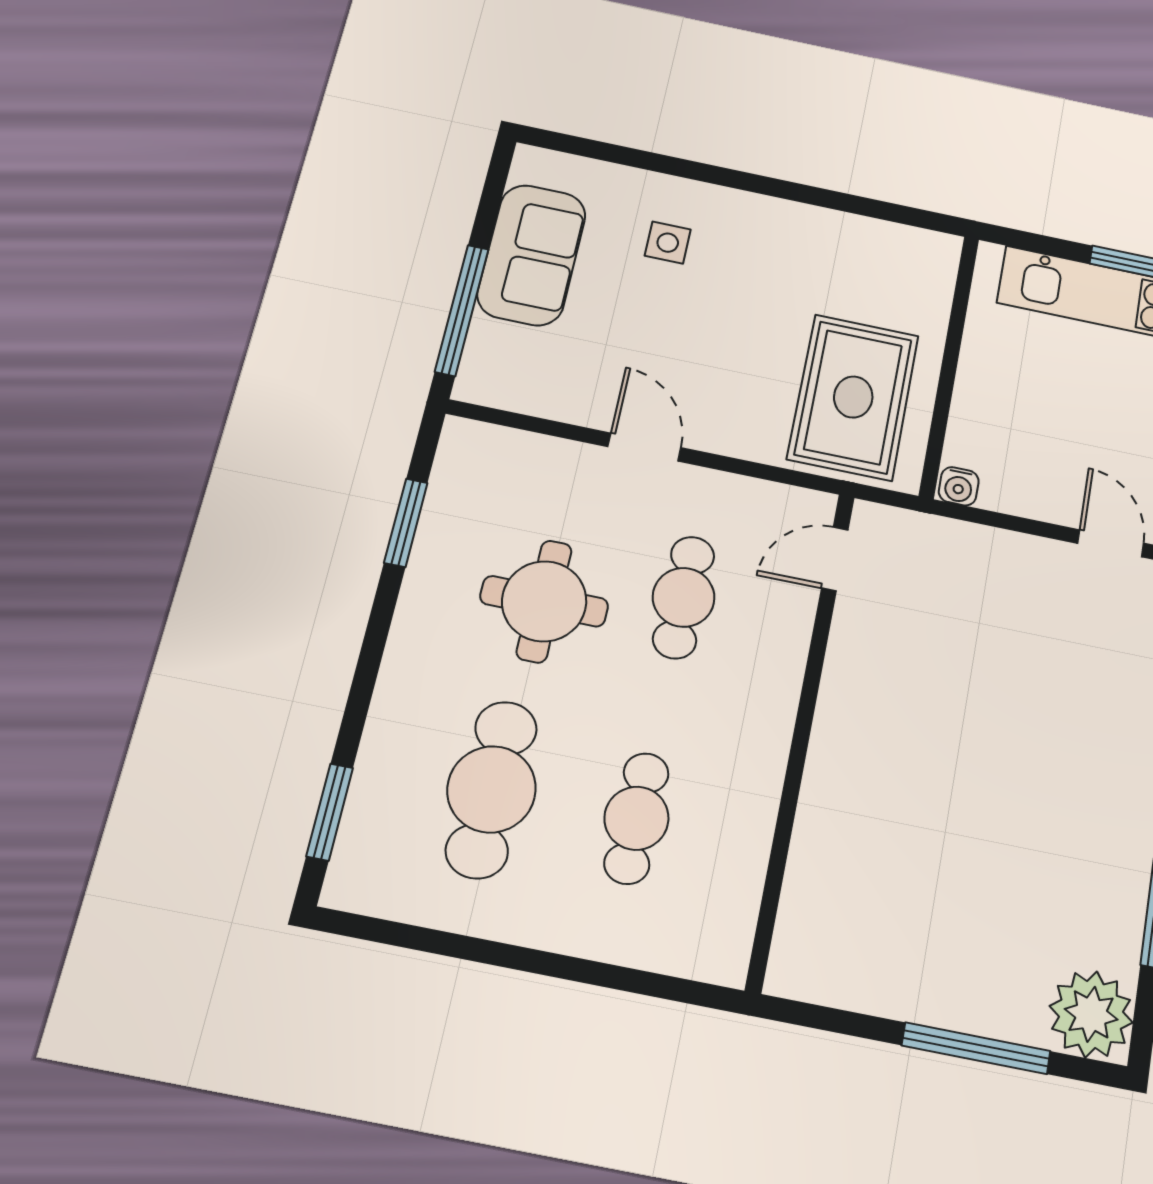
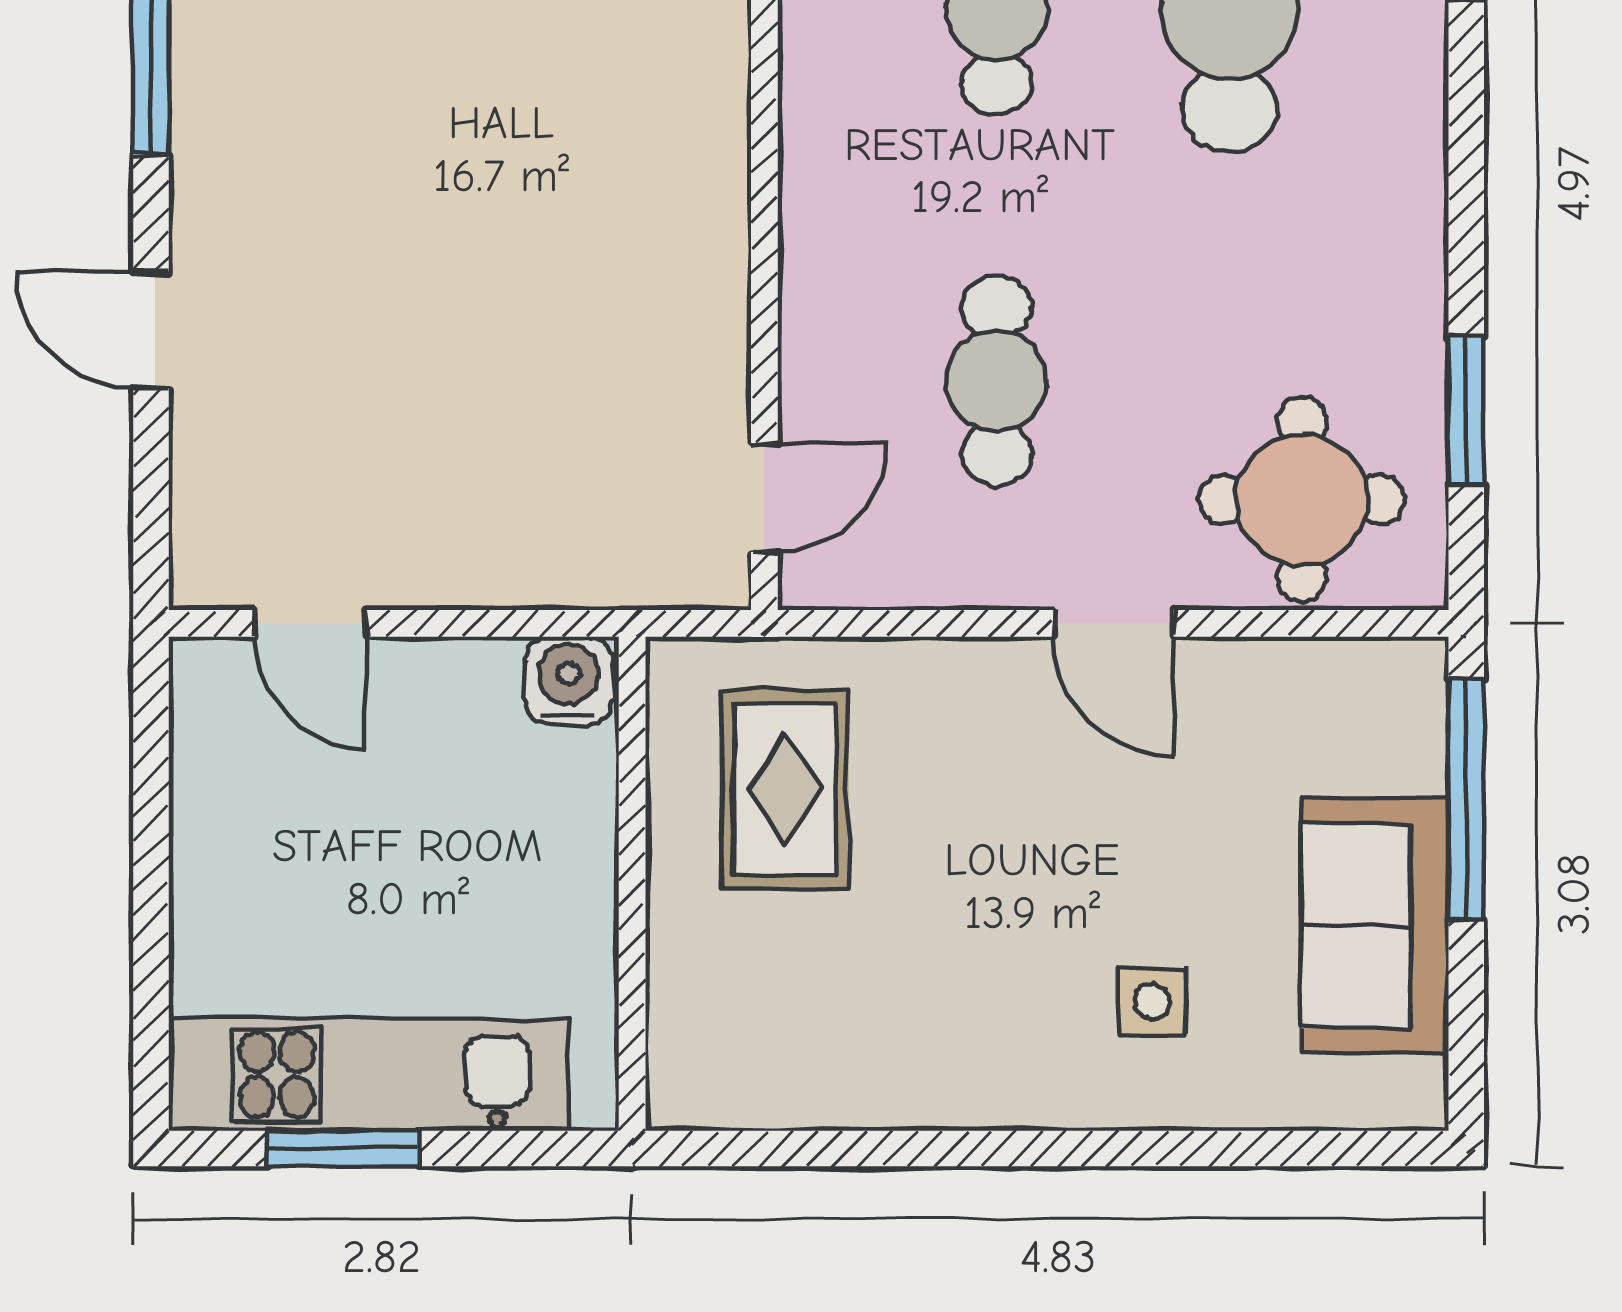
rug: (853, 397) -> (785, 789), width x0.73, depth x0.70
water cooler: (959, 486) -> (569, 681), width x1.38, depth x1.38
round table: (544, 601) -> (1302, 500), moved

